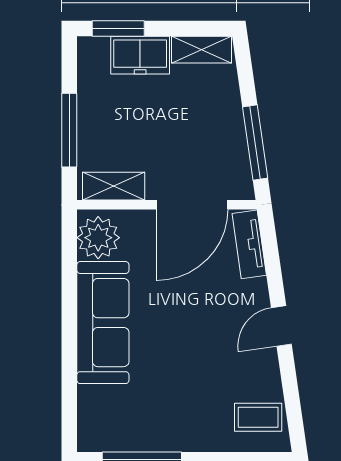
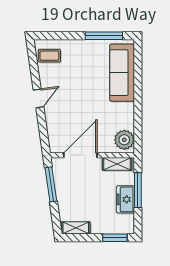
freezer: (140, 55) -> (125, 199), moved, turned -90
tv unit: (249, 244) -> (54, 137), removed
sofa: (103, 323) -> (122, 73), moved

